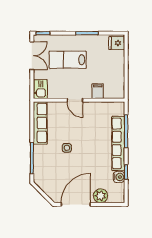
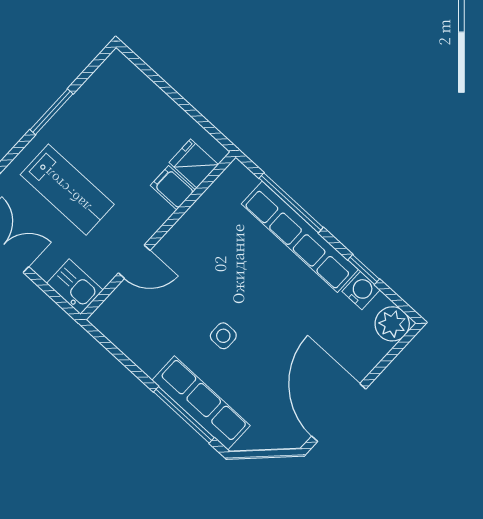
fridge: (117, 43) -> (194, 163), moved, turned 90
lab bench: (68, 60) -> (67, 190), turned -90
door: (75, 100) -> (134, 262), moved
row of seats: (40, 123) -> (201, 403), moved
plant: (100, 196) -> (392, 324), moved

